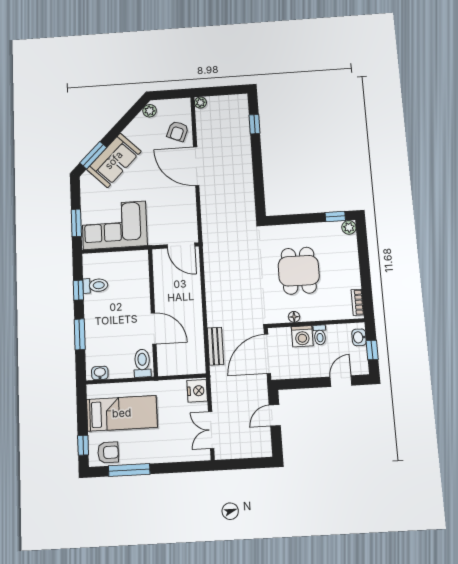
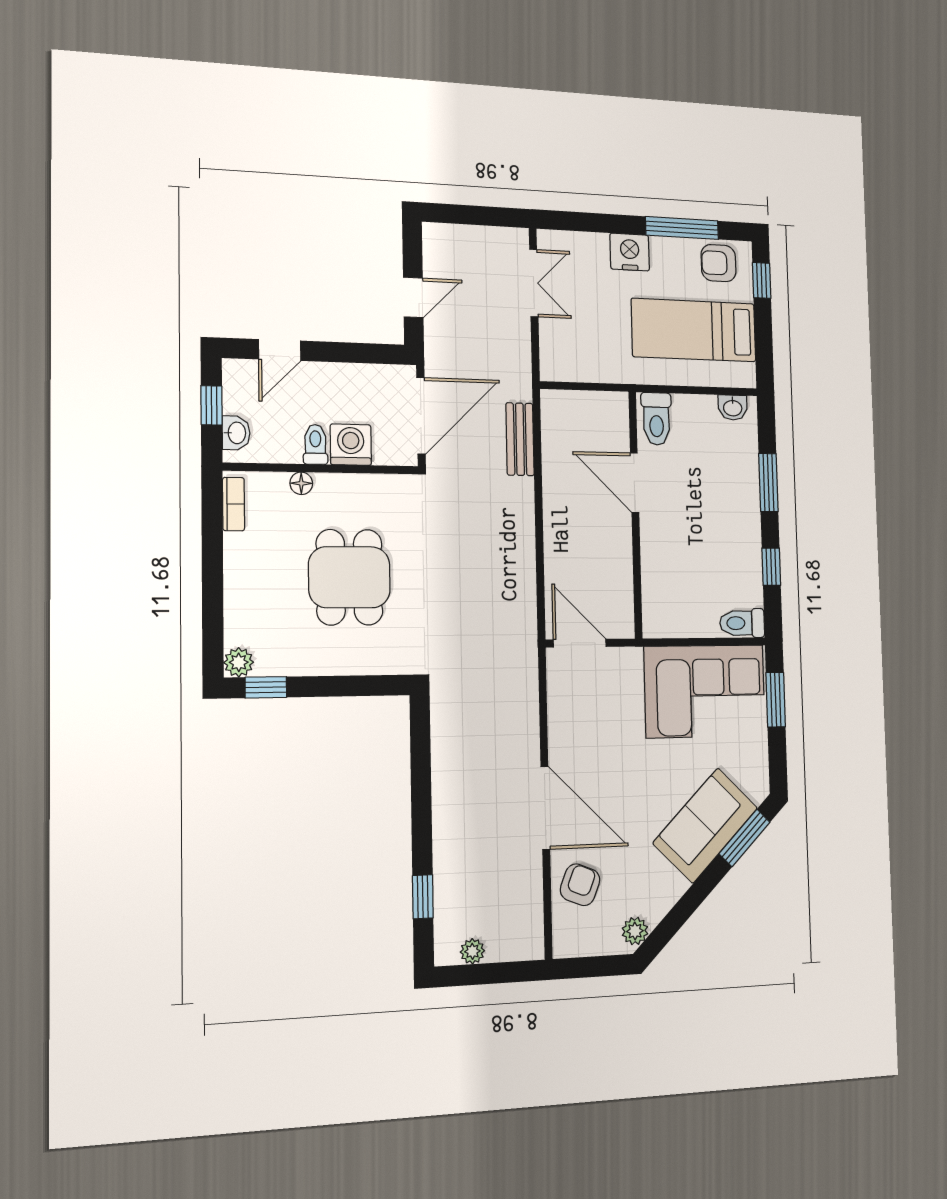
plant: (200, 103) -> (472, 951), moved
toilet: (95, 285) -> (742, 623), moved
floor lamp: (294, 317) -> (301, 483), moved
nightstand: (197, 391) -> (630, 252), moved, turned 90

